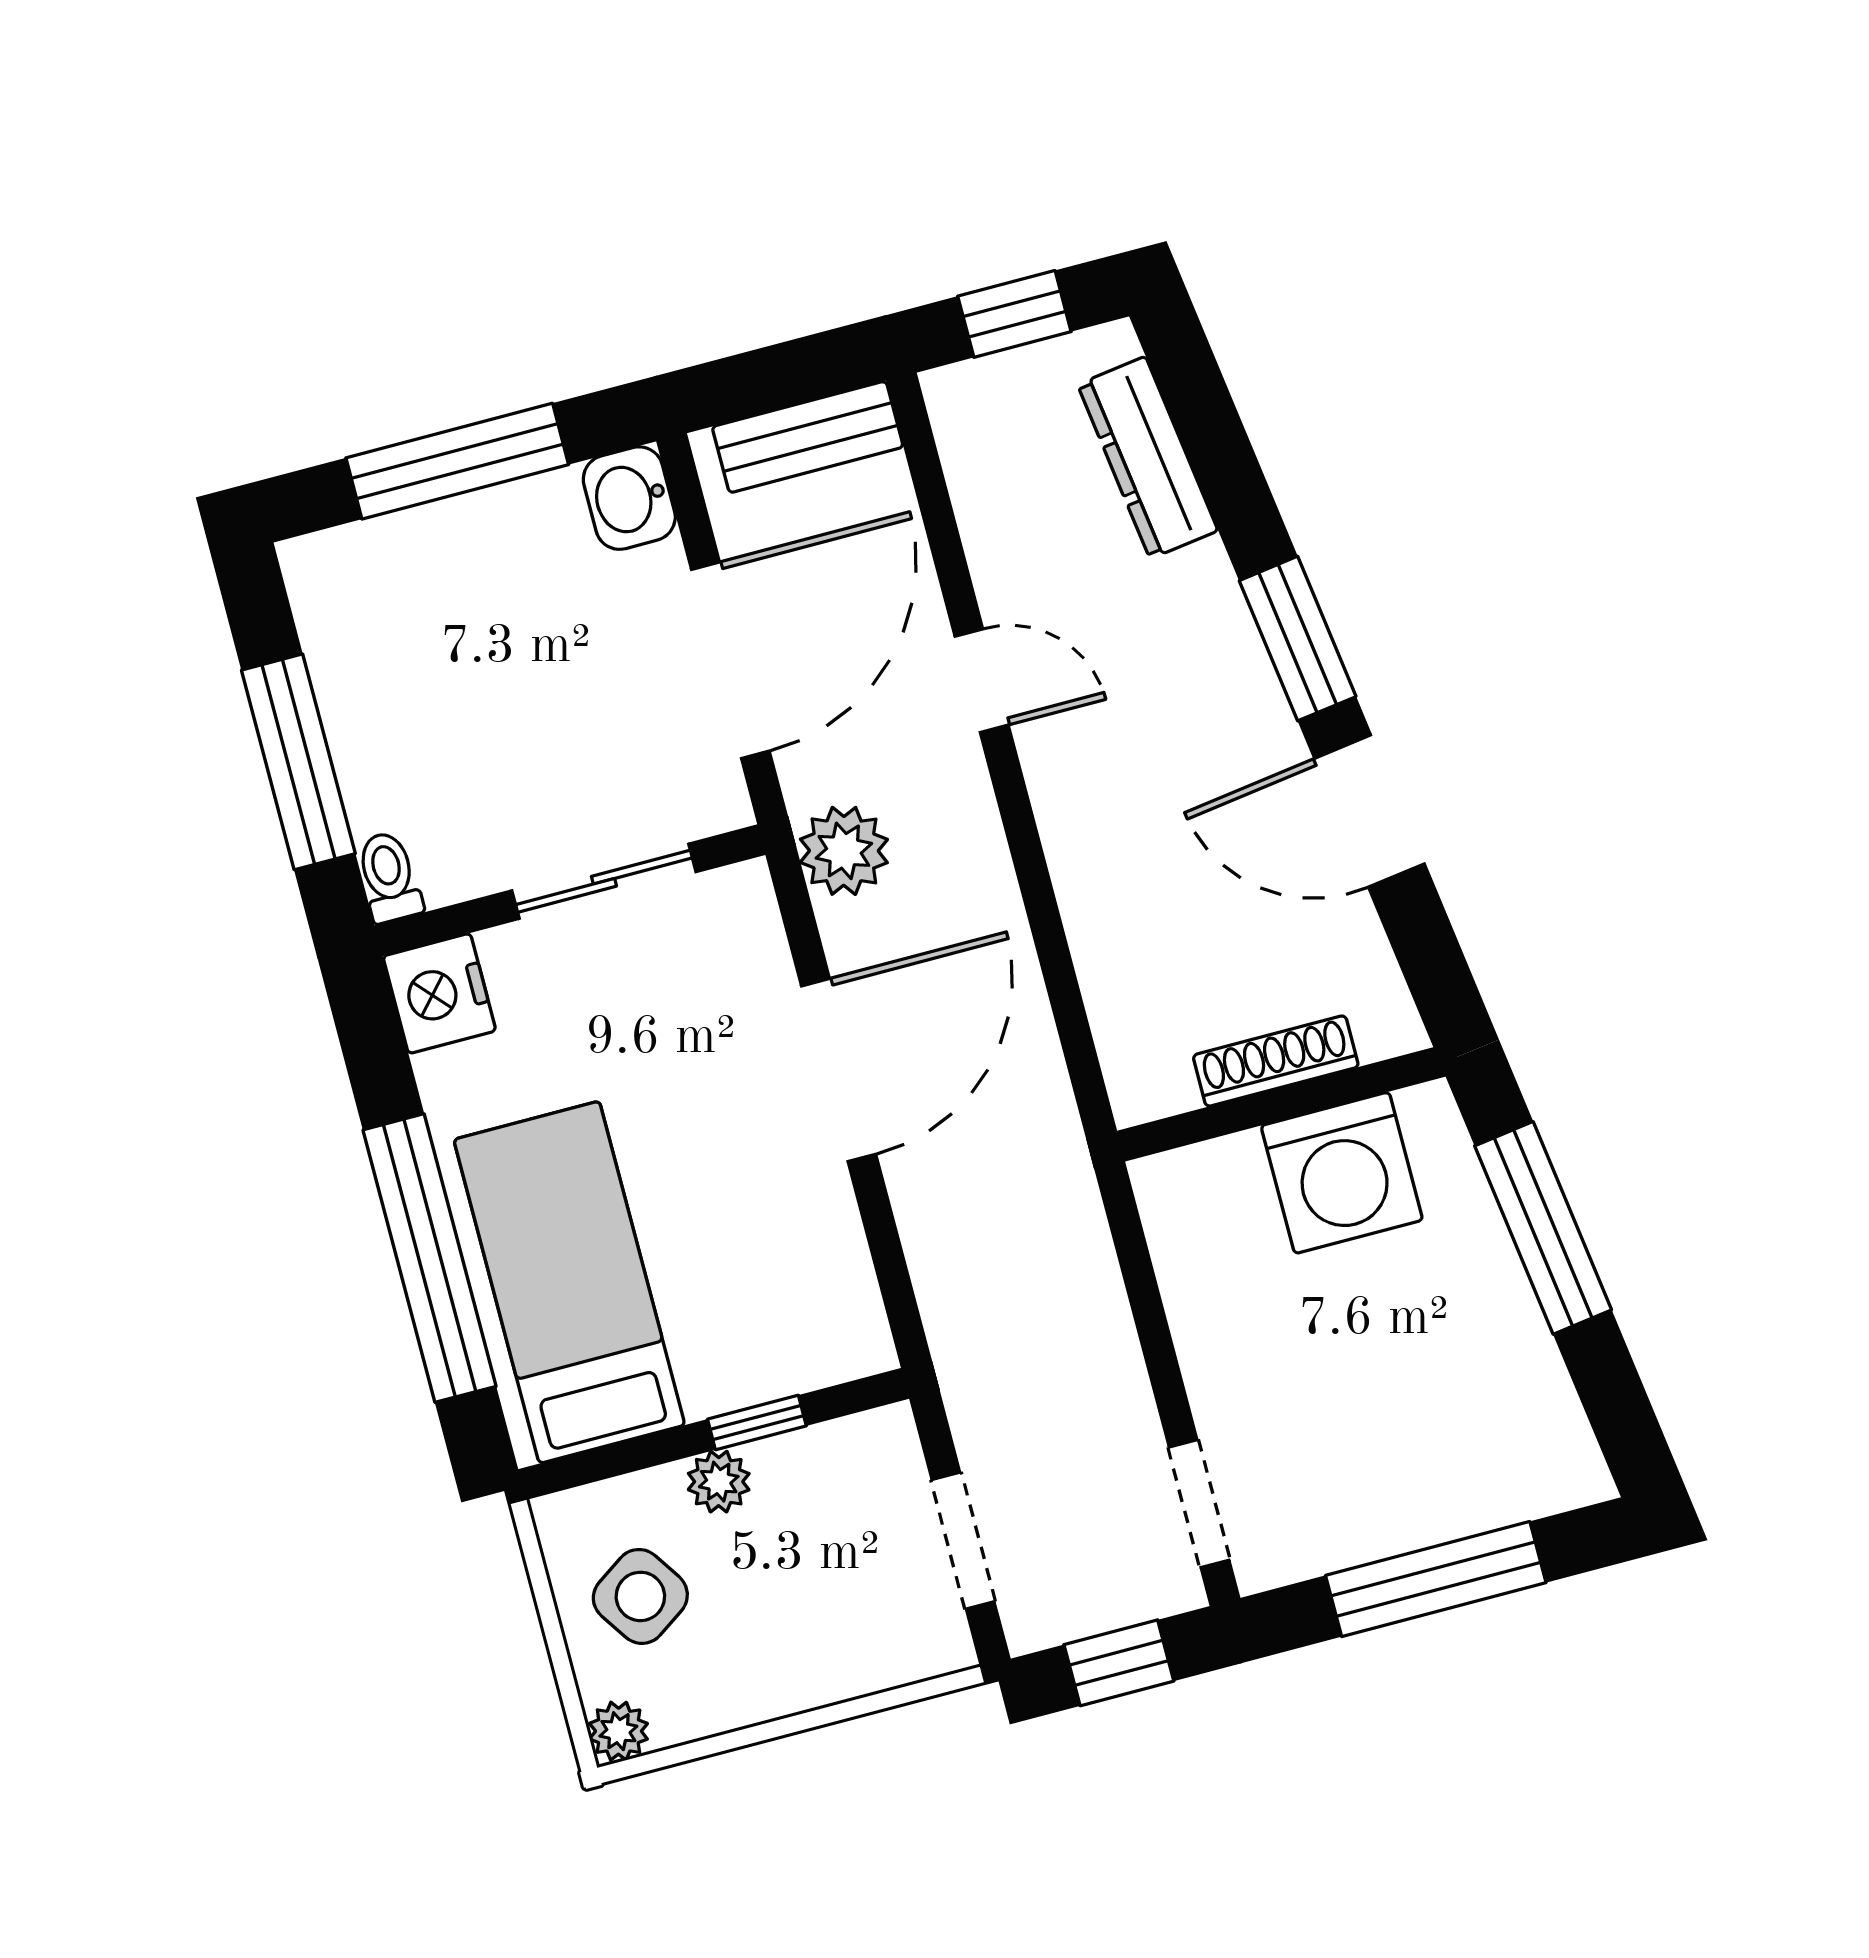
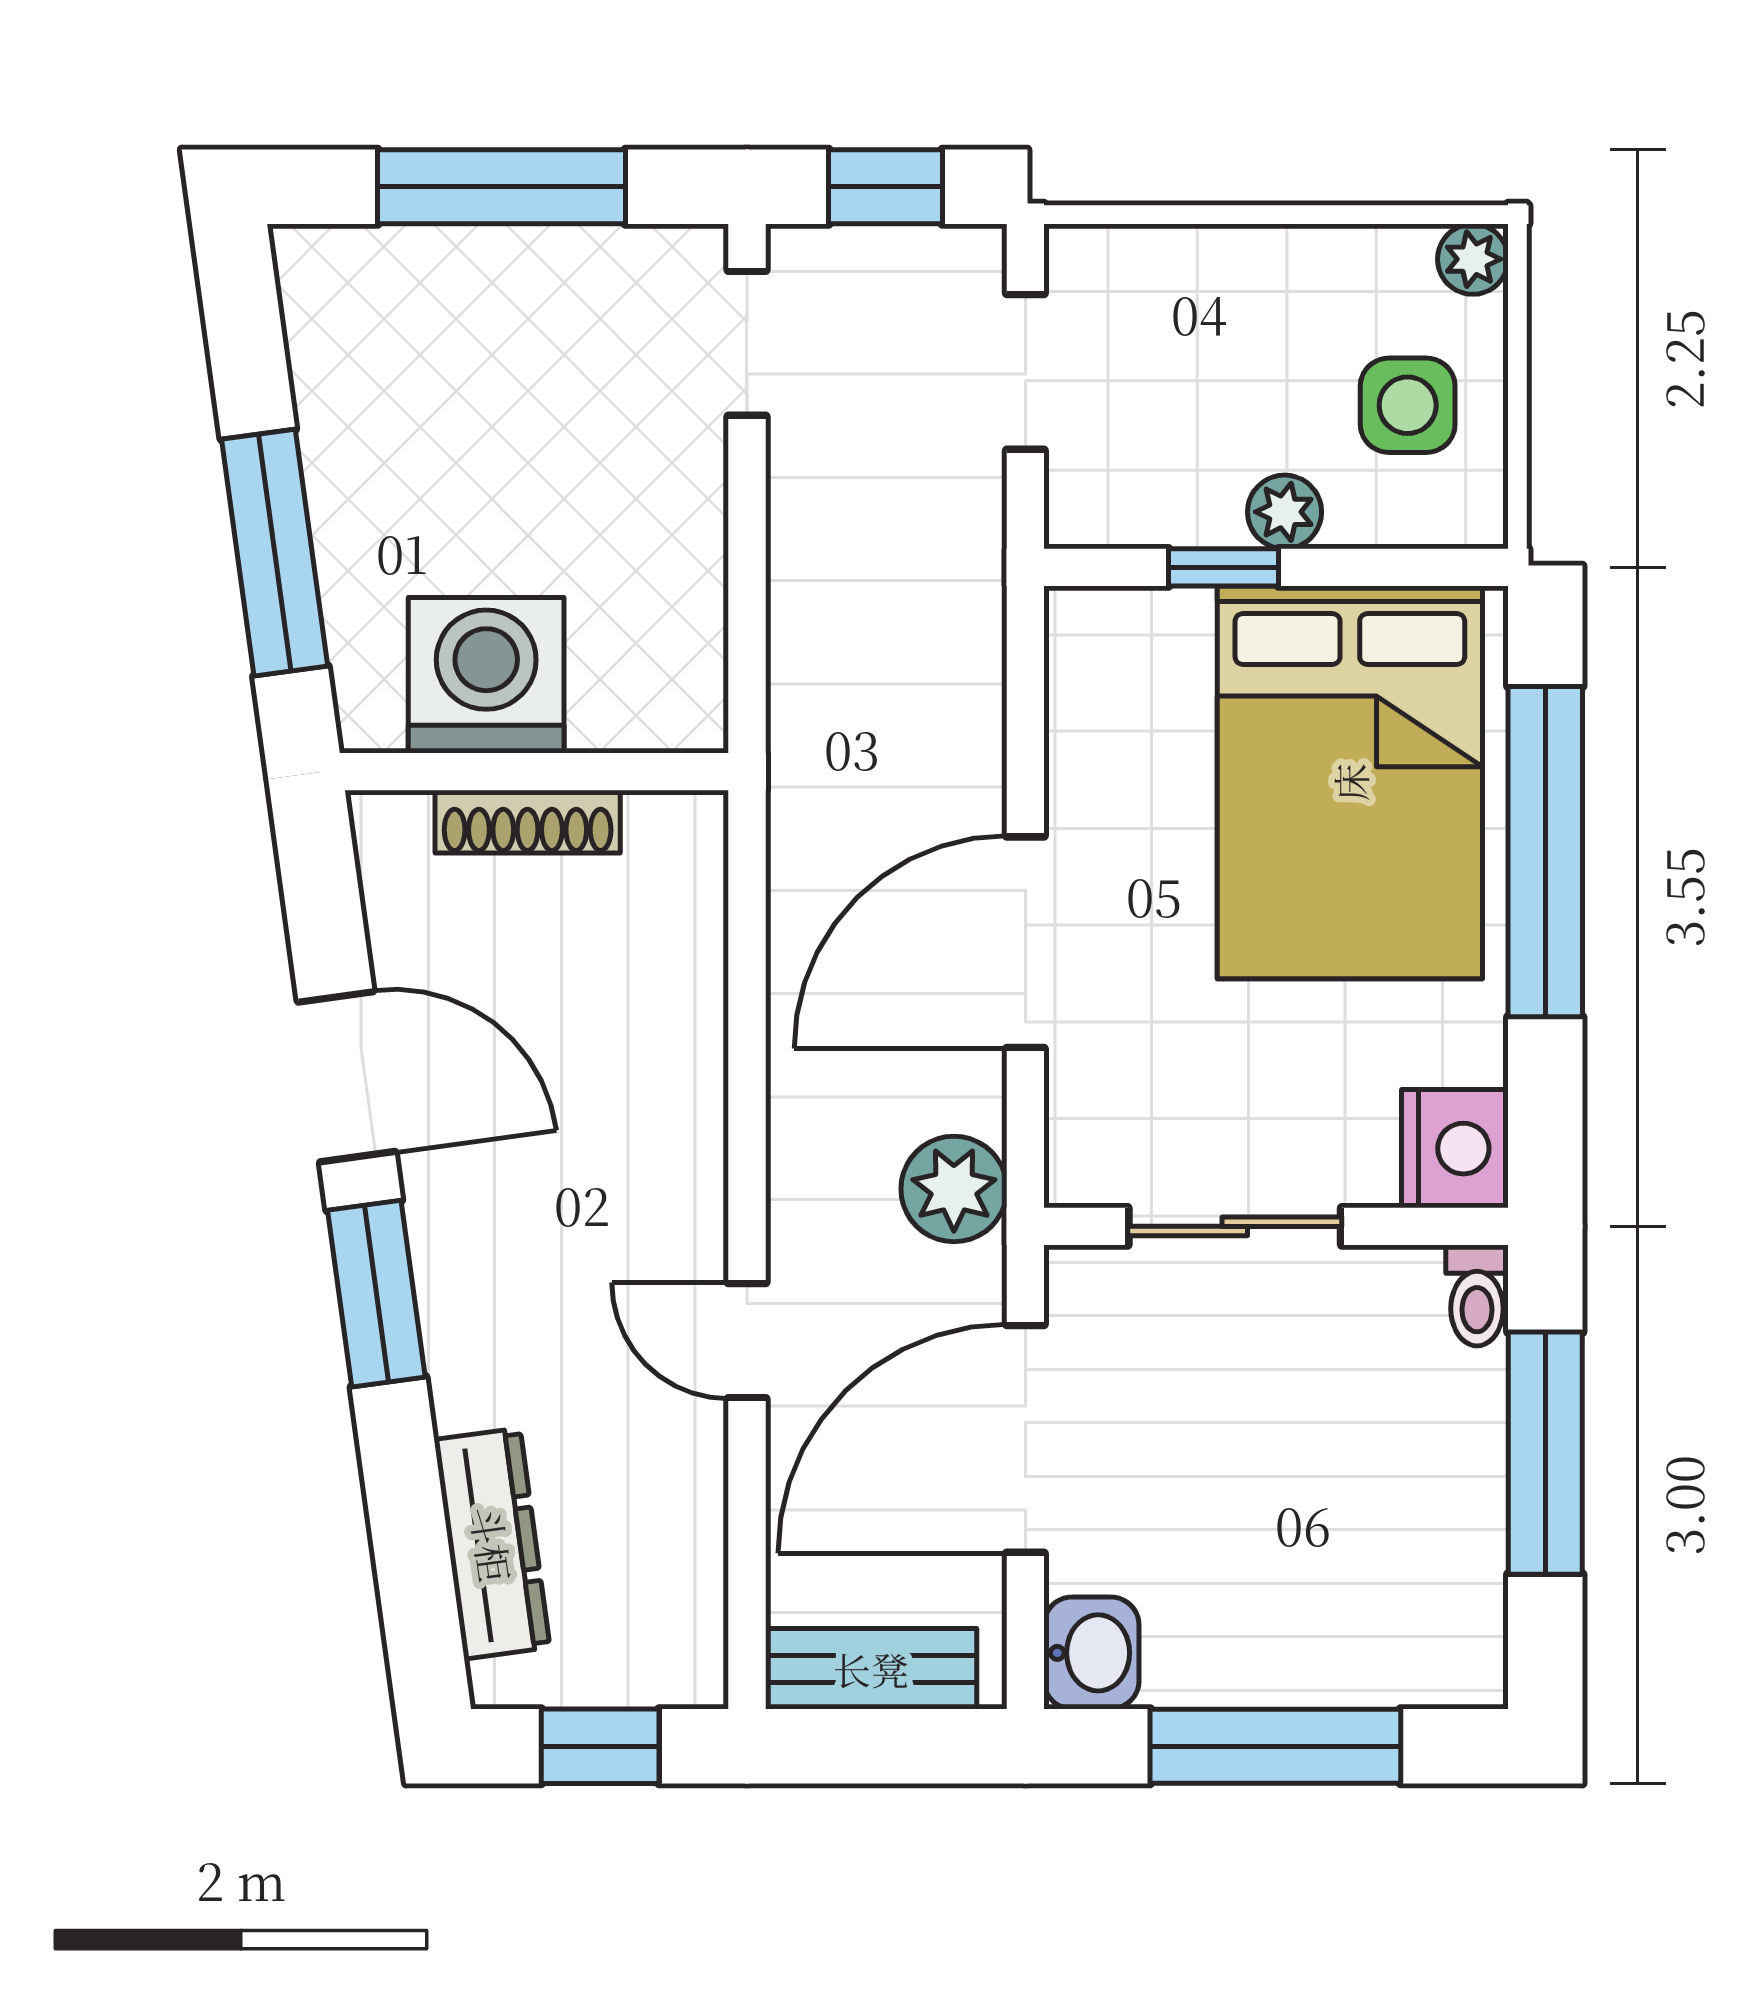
bed: (569, 1282) -> (1350, 782), width x1.50
side table: (640, 1596) -> (1408, 405), turned 34

